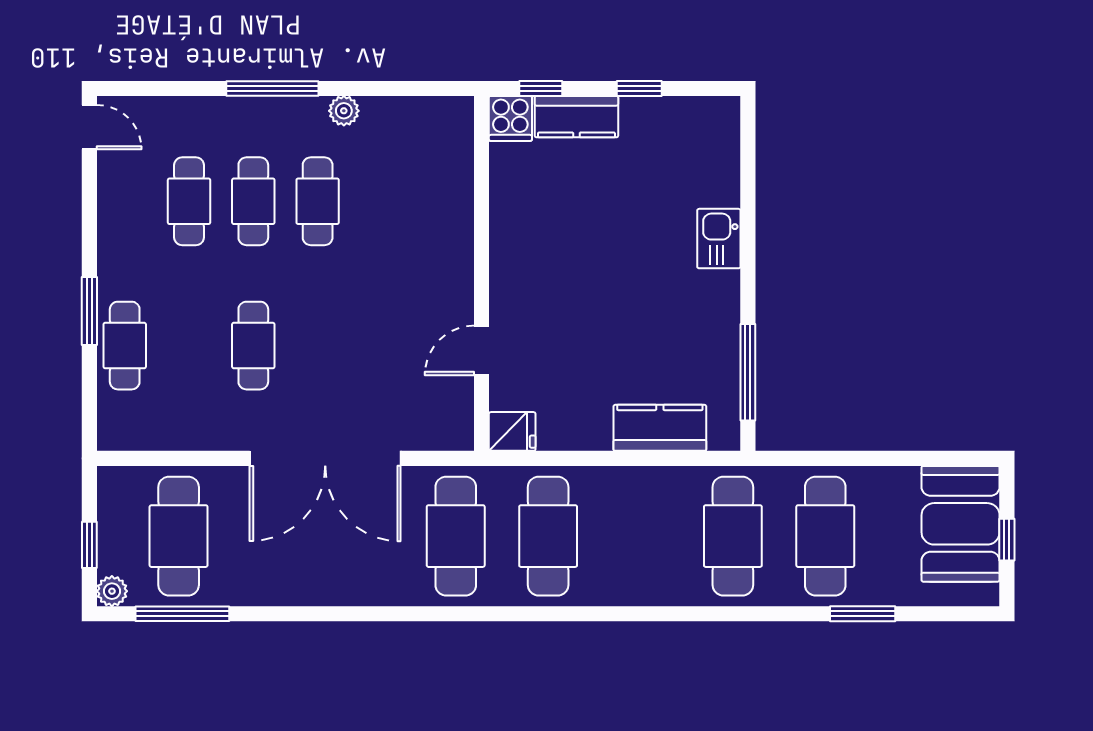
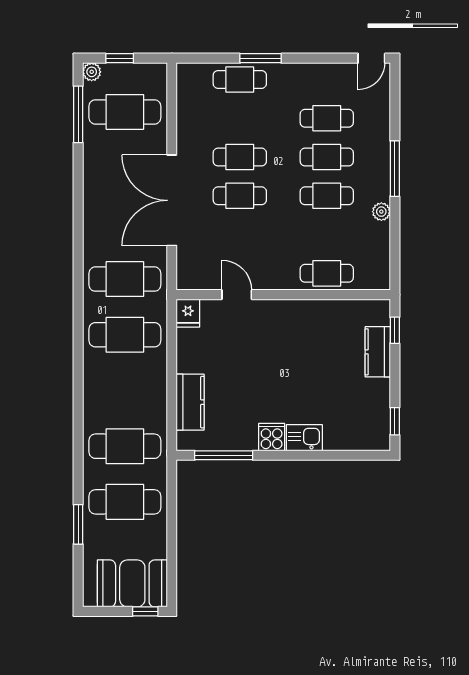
window: (639, 88) -> (395, 421), moved
cooker: (510, 118) -> (272, 437), moved, turned 90
cafe table: (446, 201) -> (327, 273), added
cafe table: (318, 346) -> (240, 196), added
window: (1007, 540) -> (145, 611), moved

